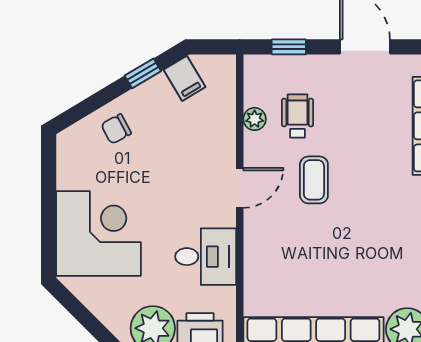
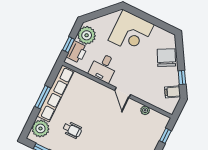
wheelchair: (298, 116) -> (72, 130), moved
chair: (116, 129) -> (166, 58), width x1.87, depth x1.87
coffee table: (314, 180) -> (112, 121), removed

